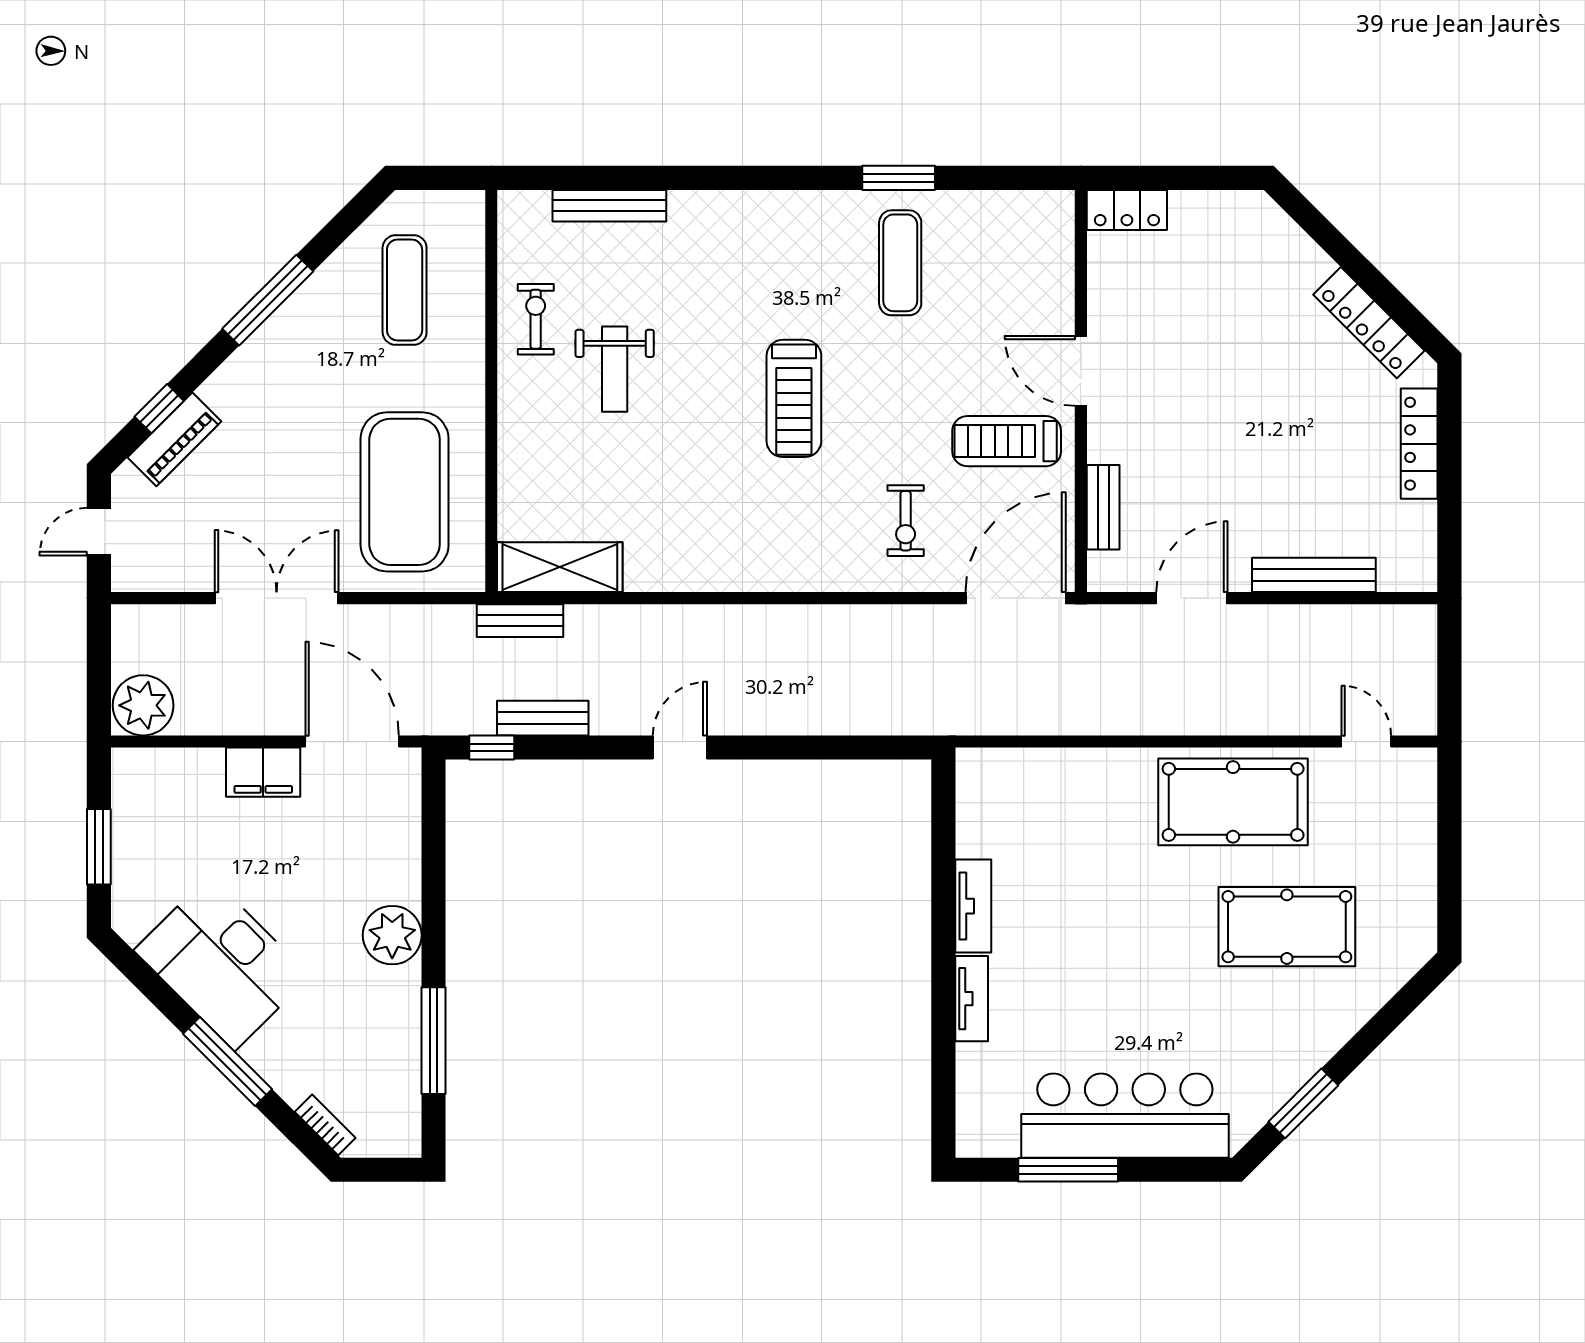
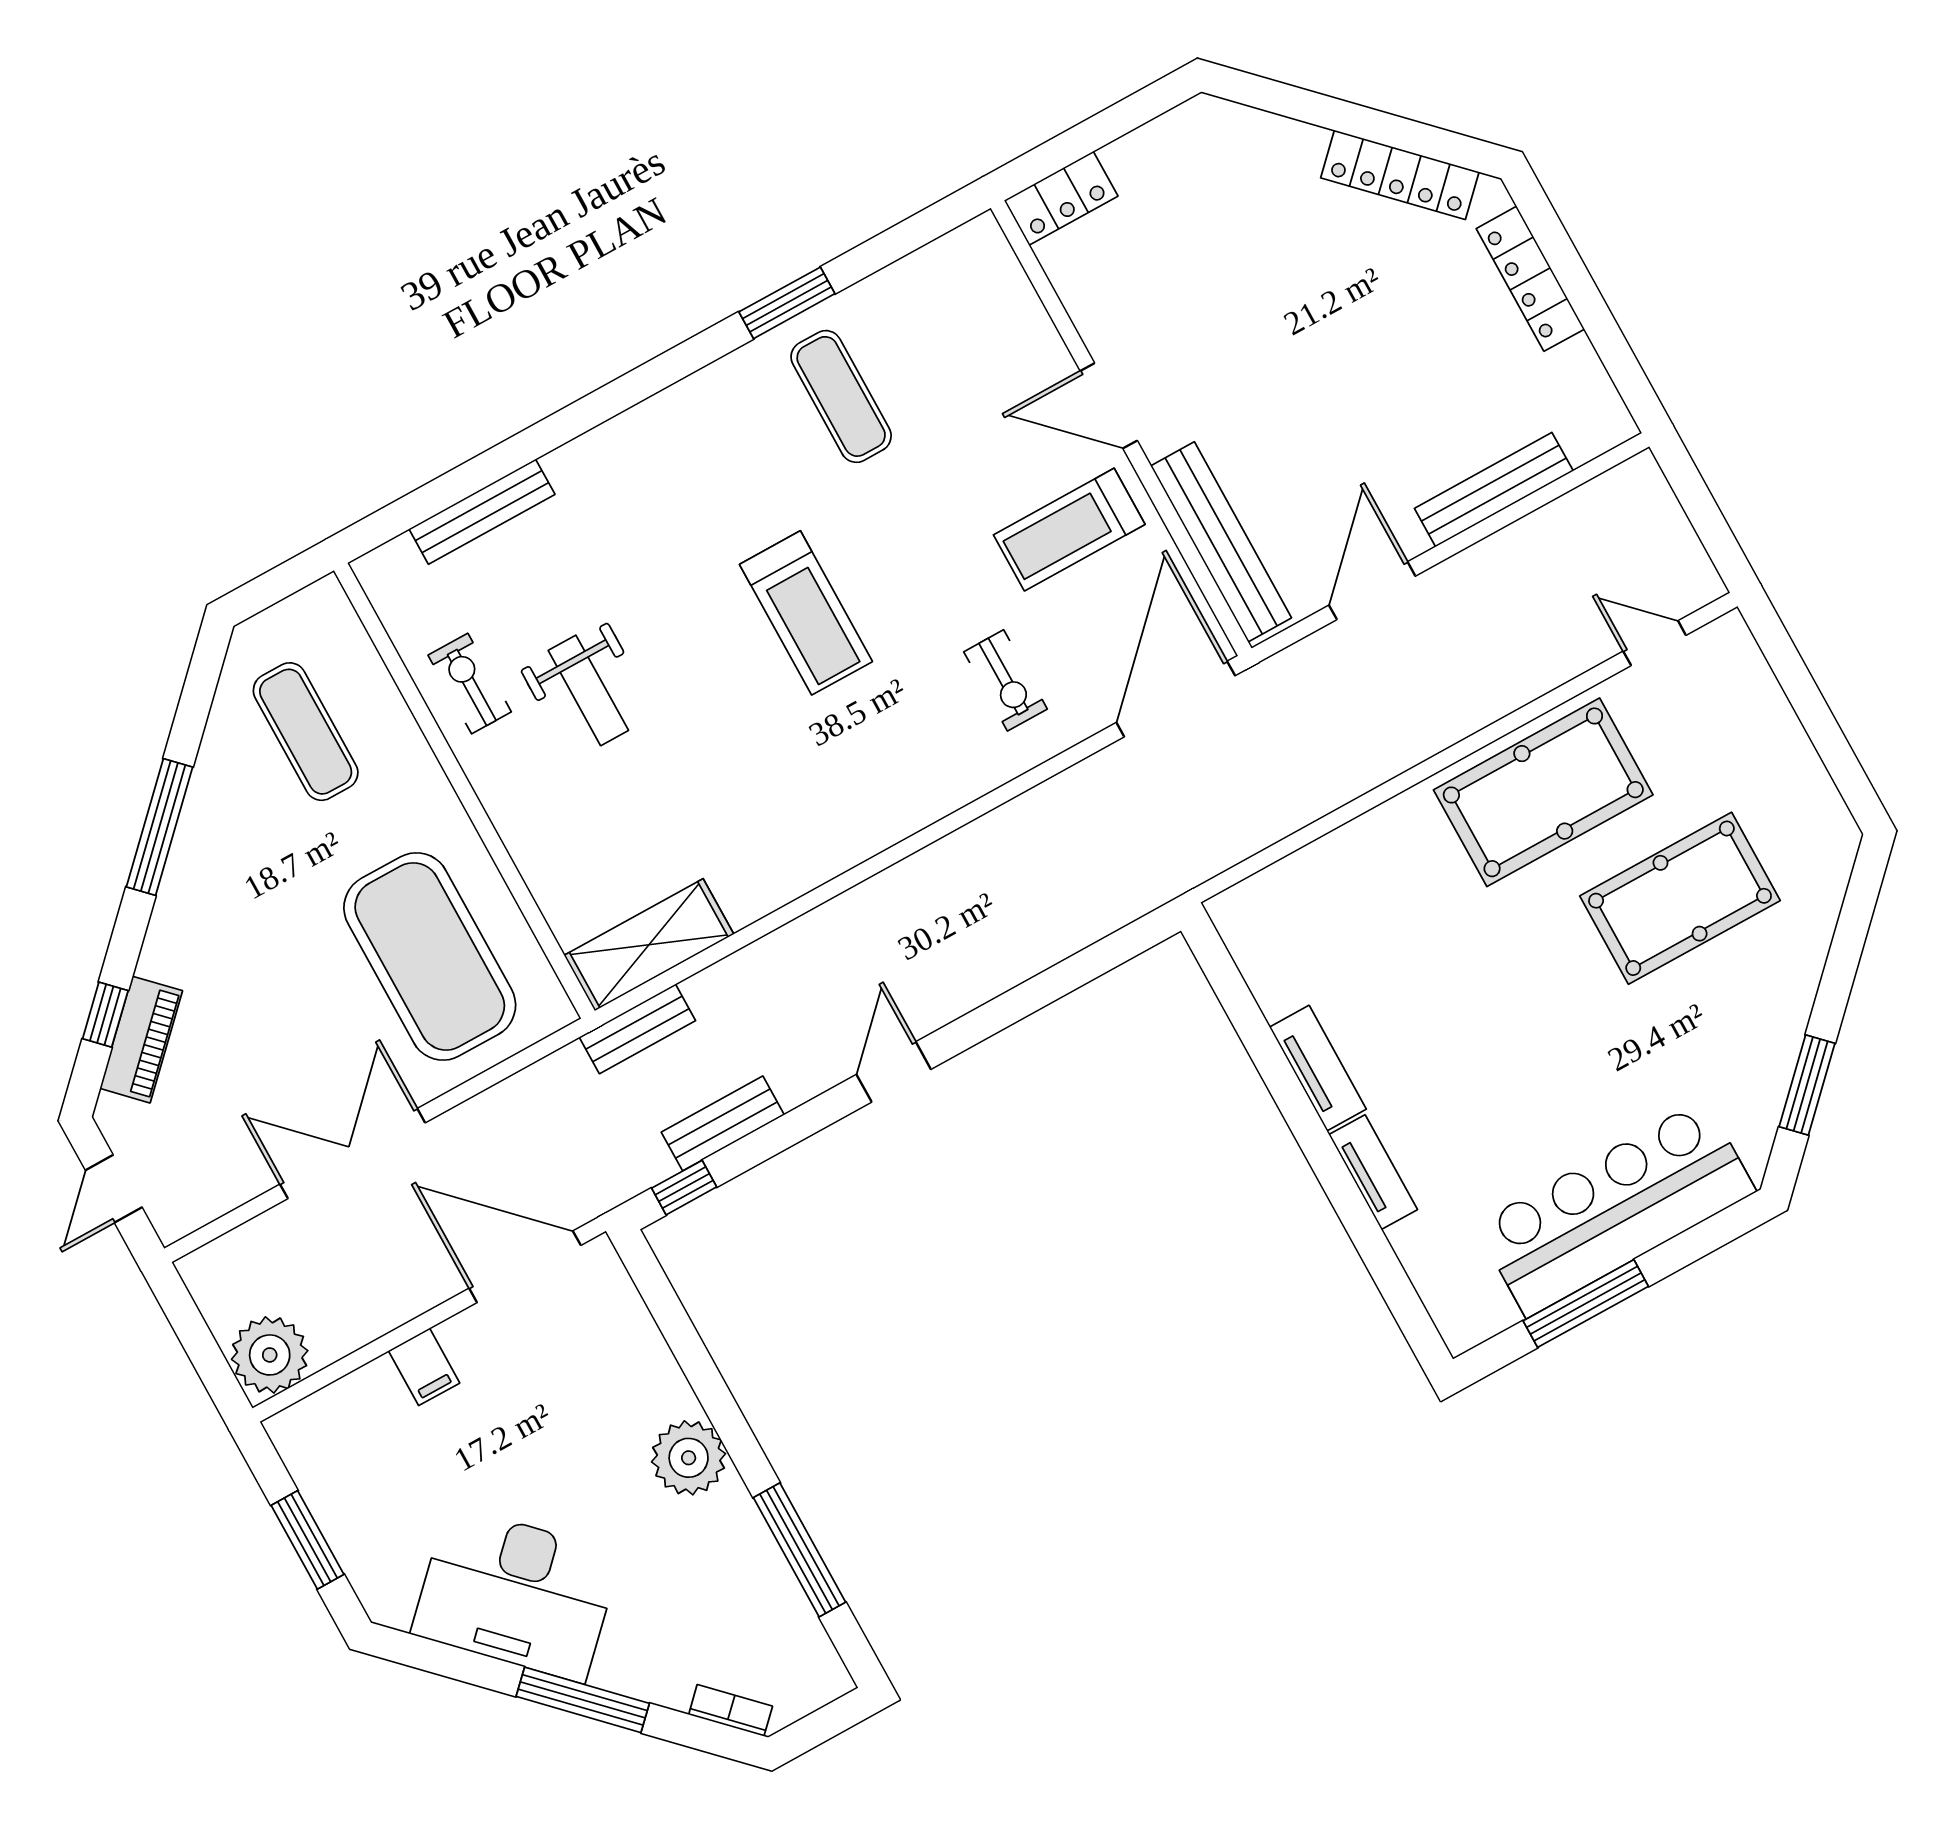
bench: (1103, 507) -> (1221, 542), width x1.86, depth x1.21
filing cabinet: (263, 772) -> (424, 1367), width x0.50

